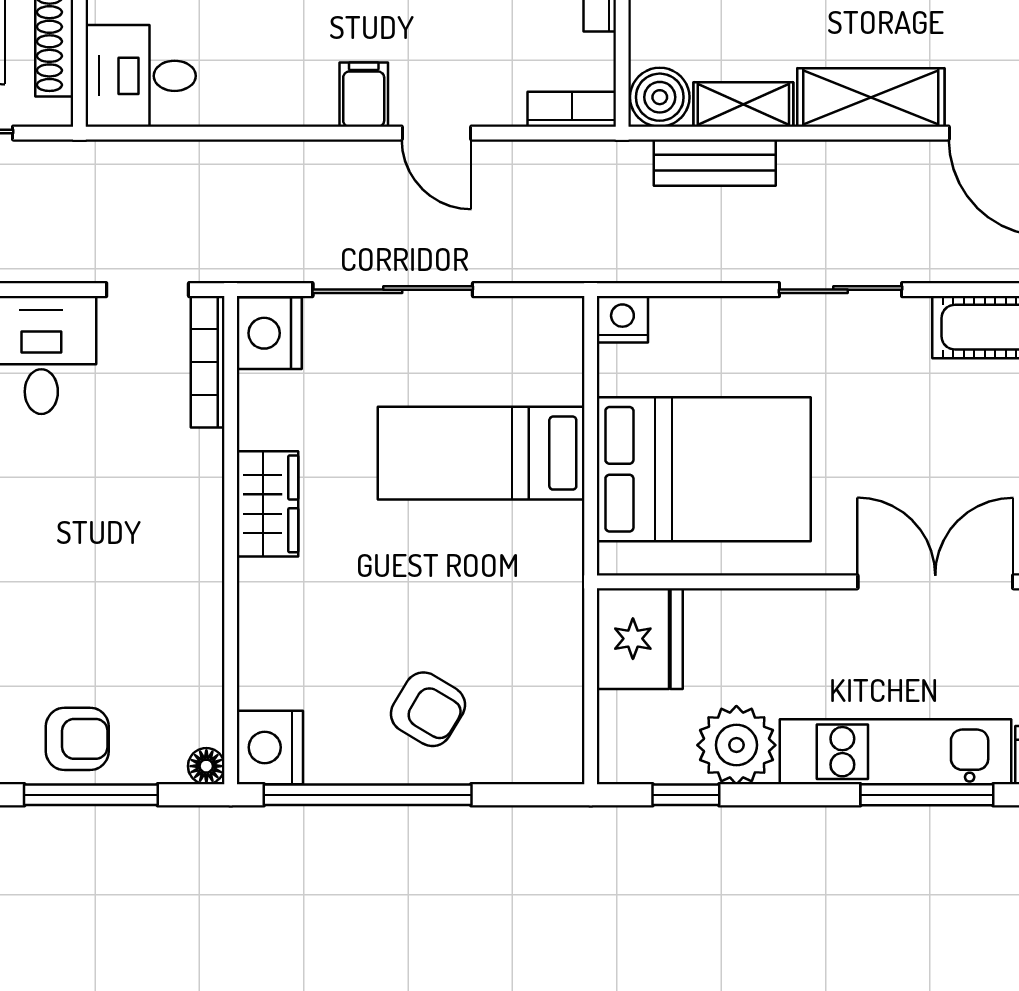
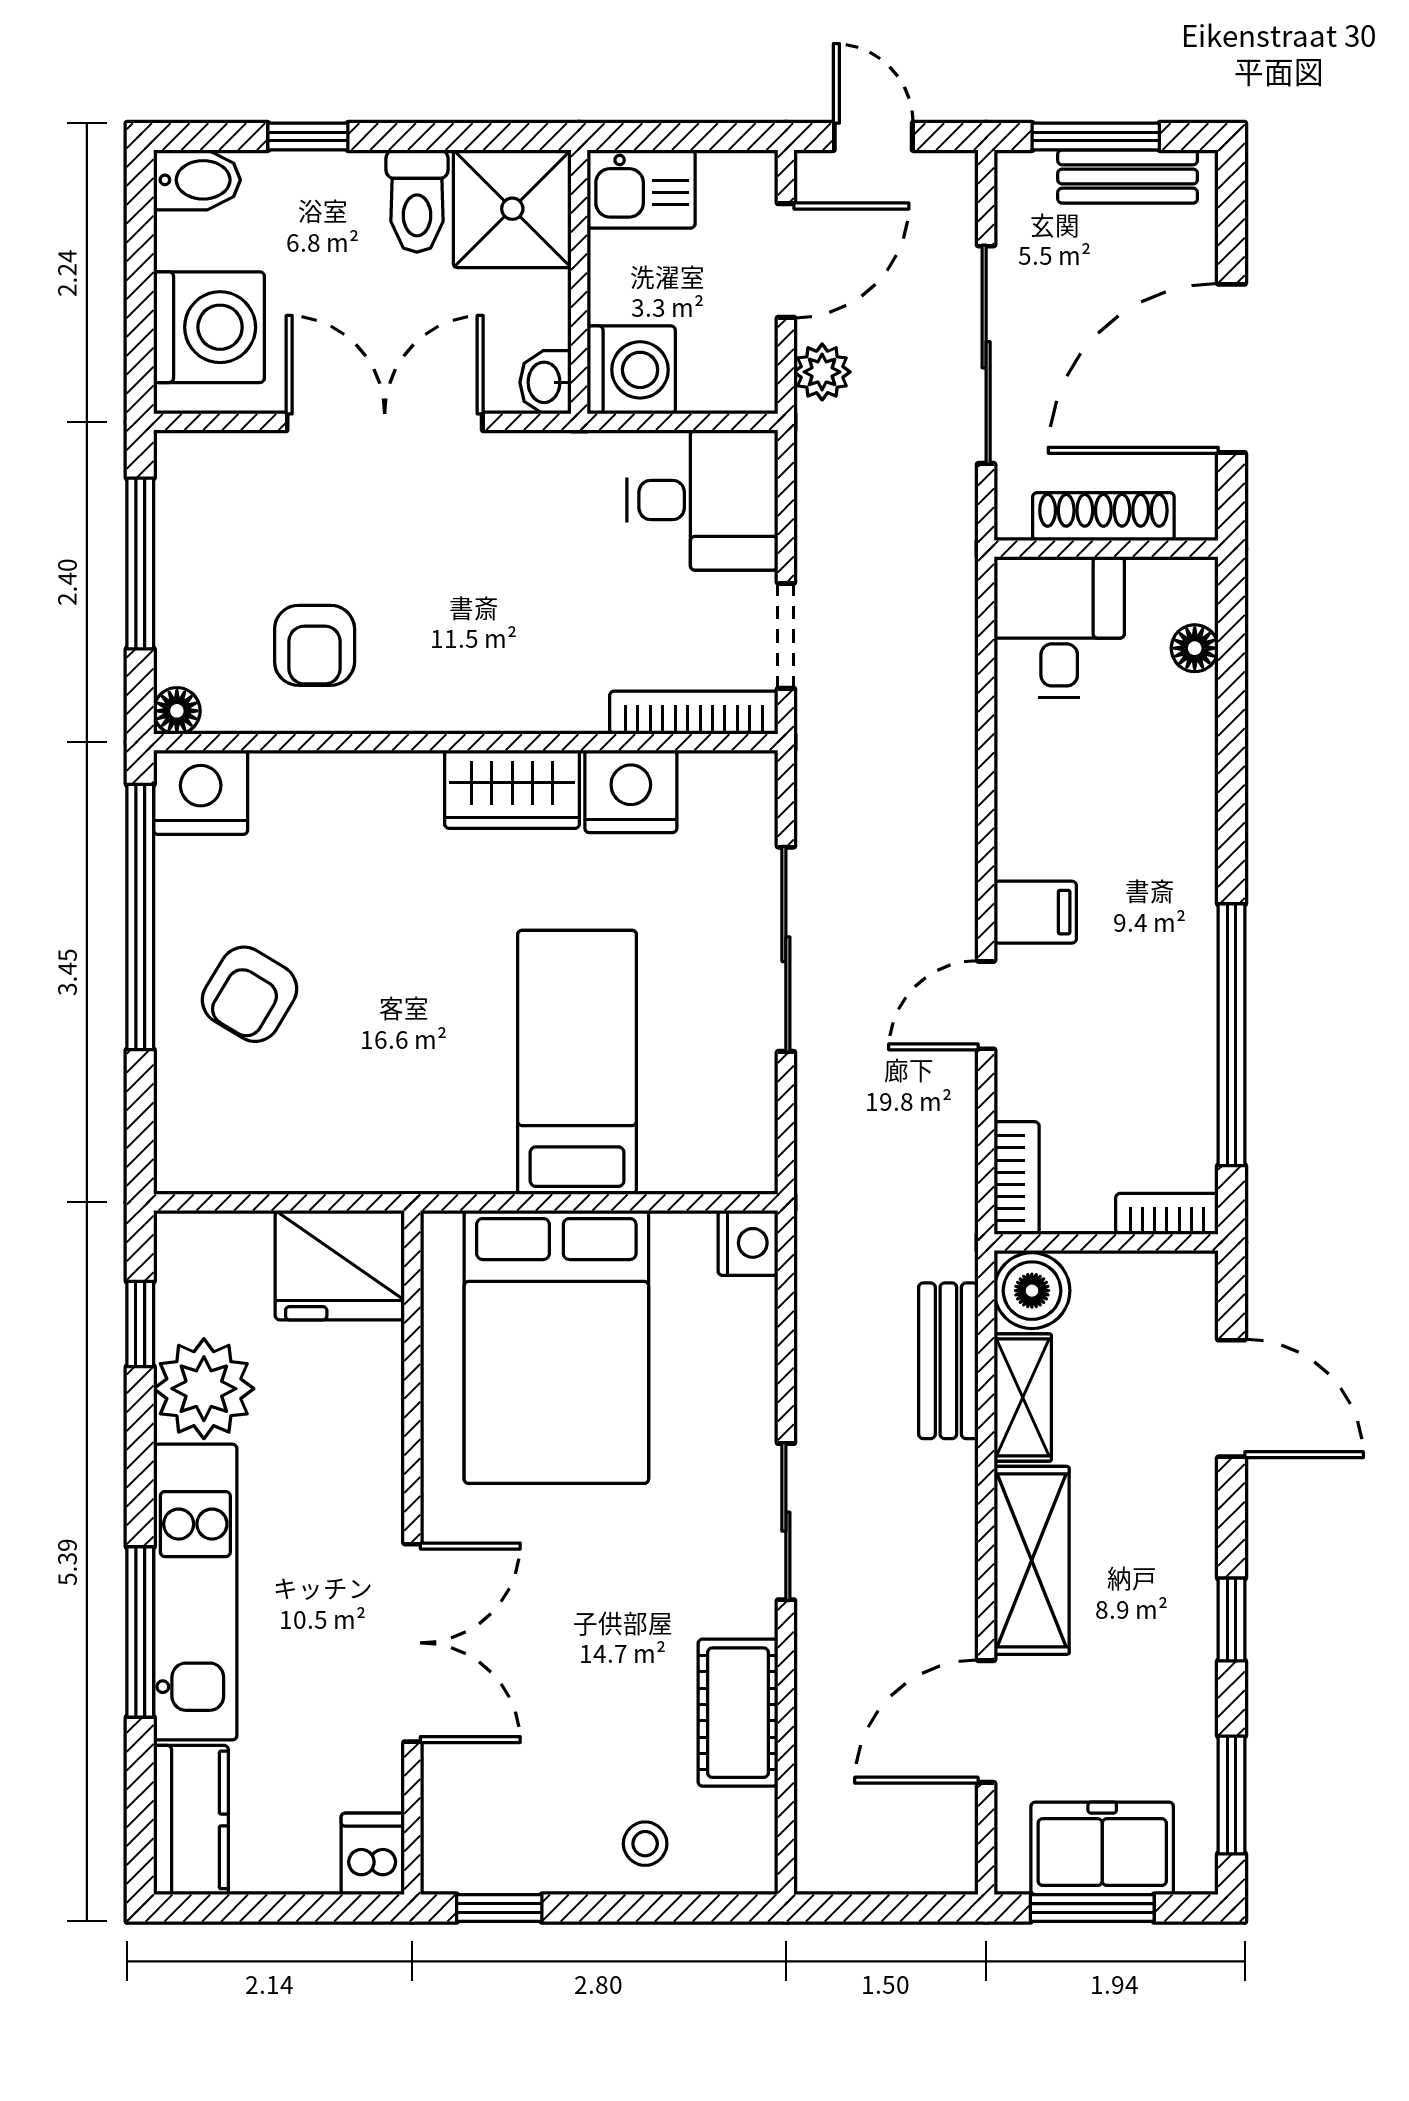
nightstand: (269, 333) -> (631, 791), moved
armchair: (77, 739) -> (315, 645), moved

